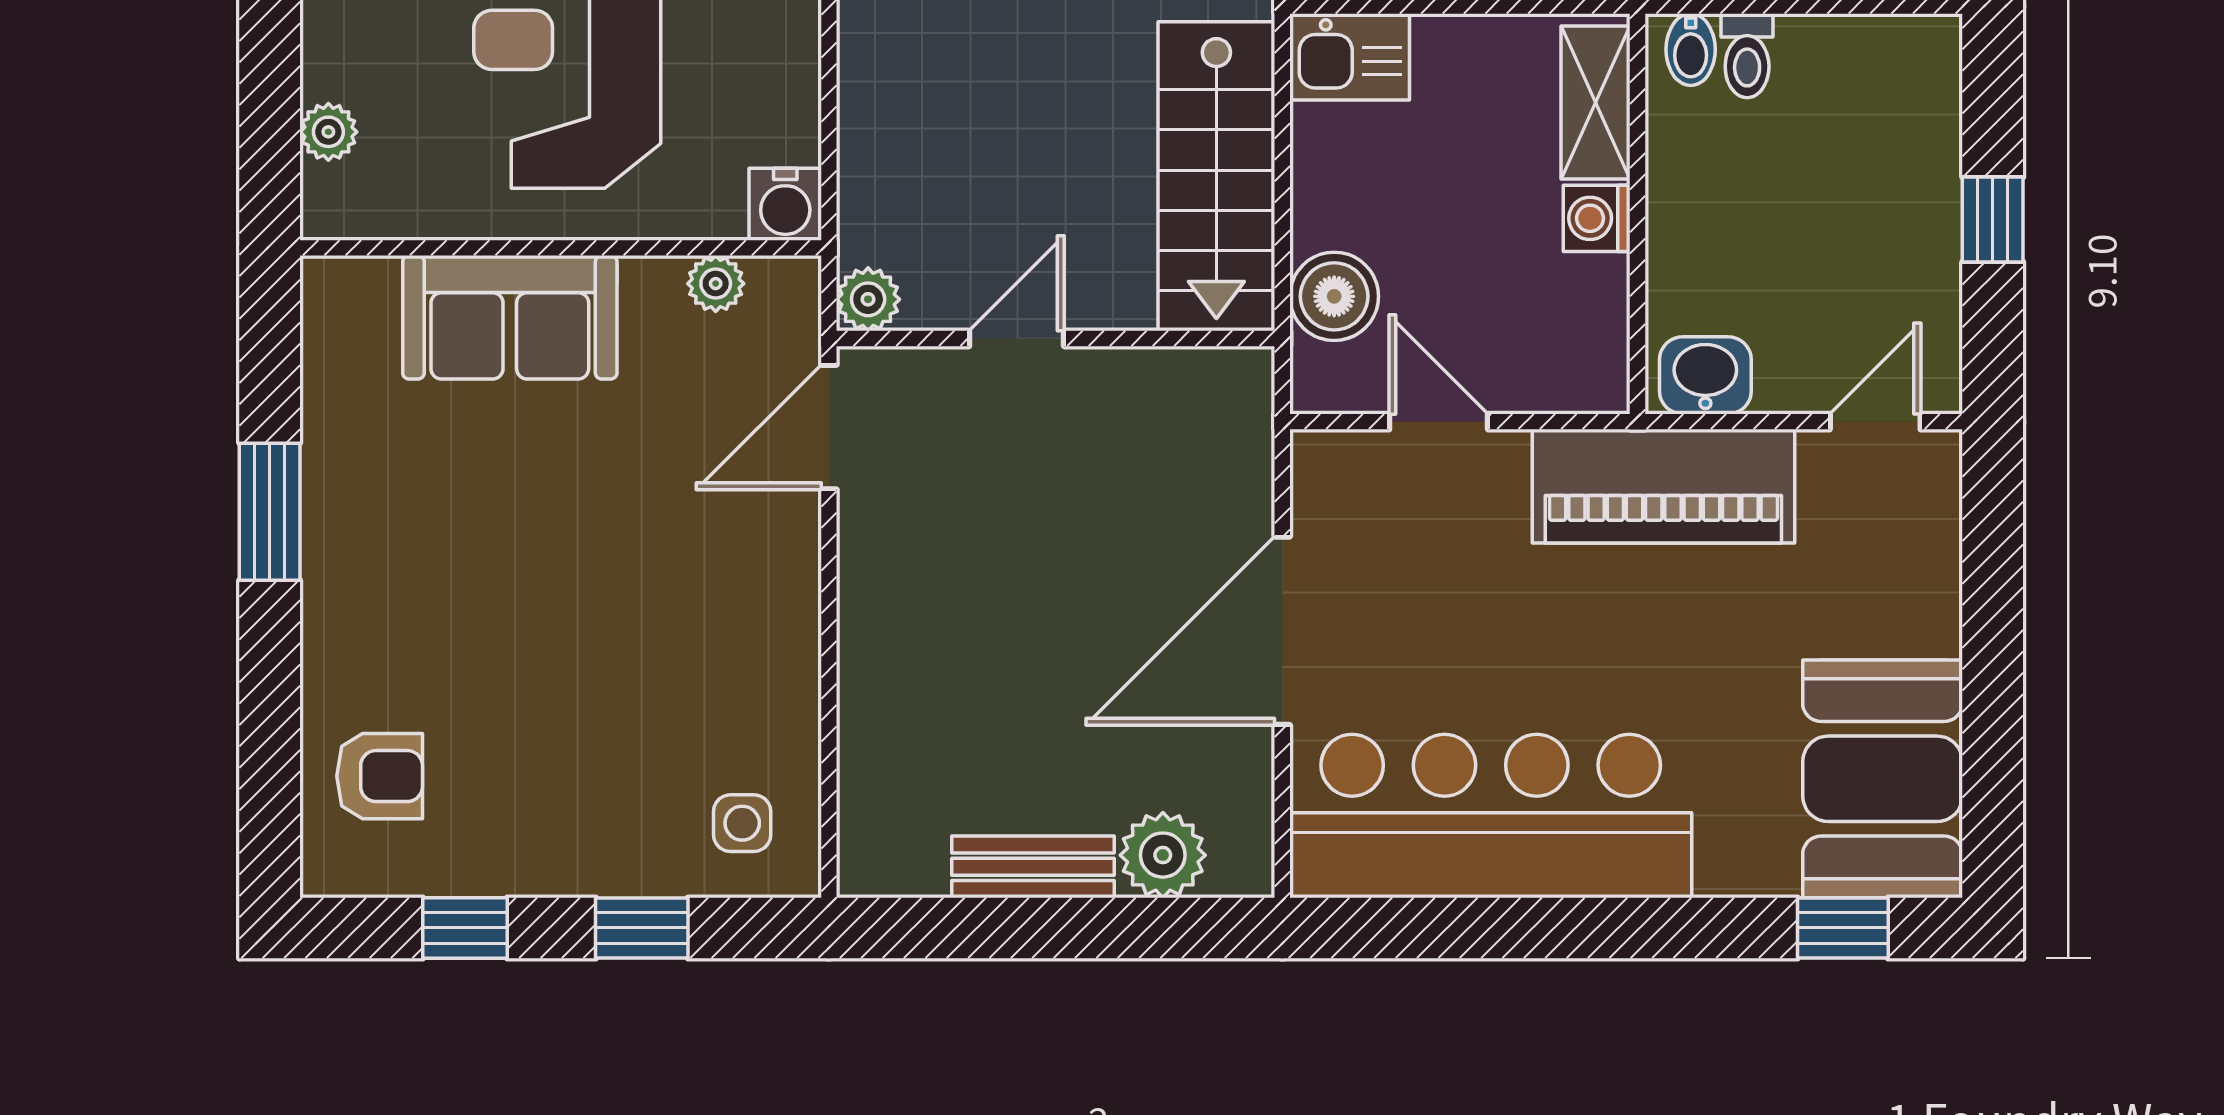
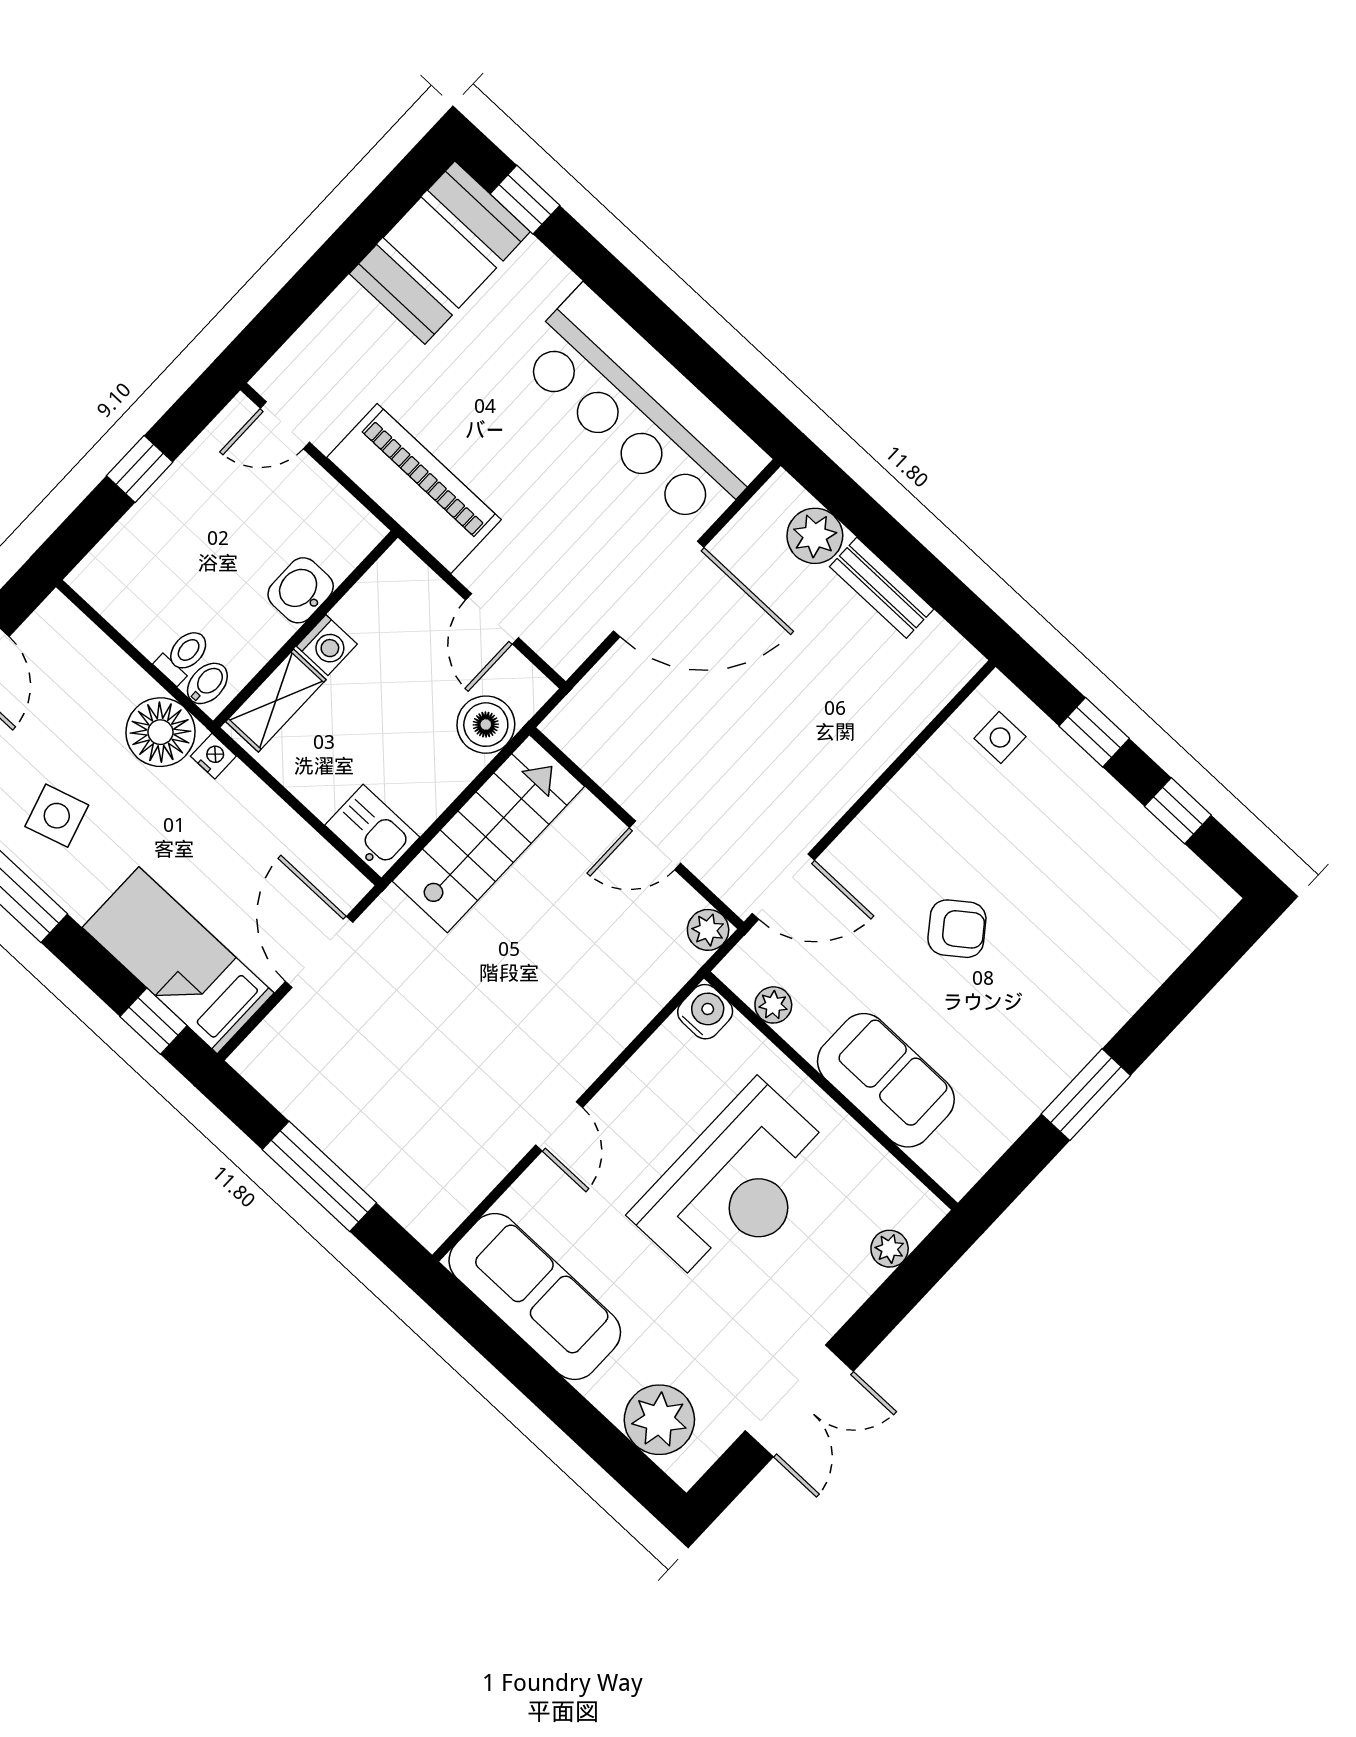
washbasin: (1705, 375) -> (301, 590), moved, turned 90
armchair: (380, 776) -> (957, 929), moved, turned 143

